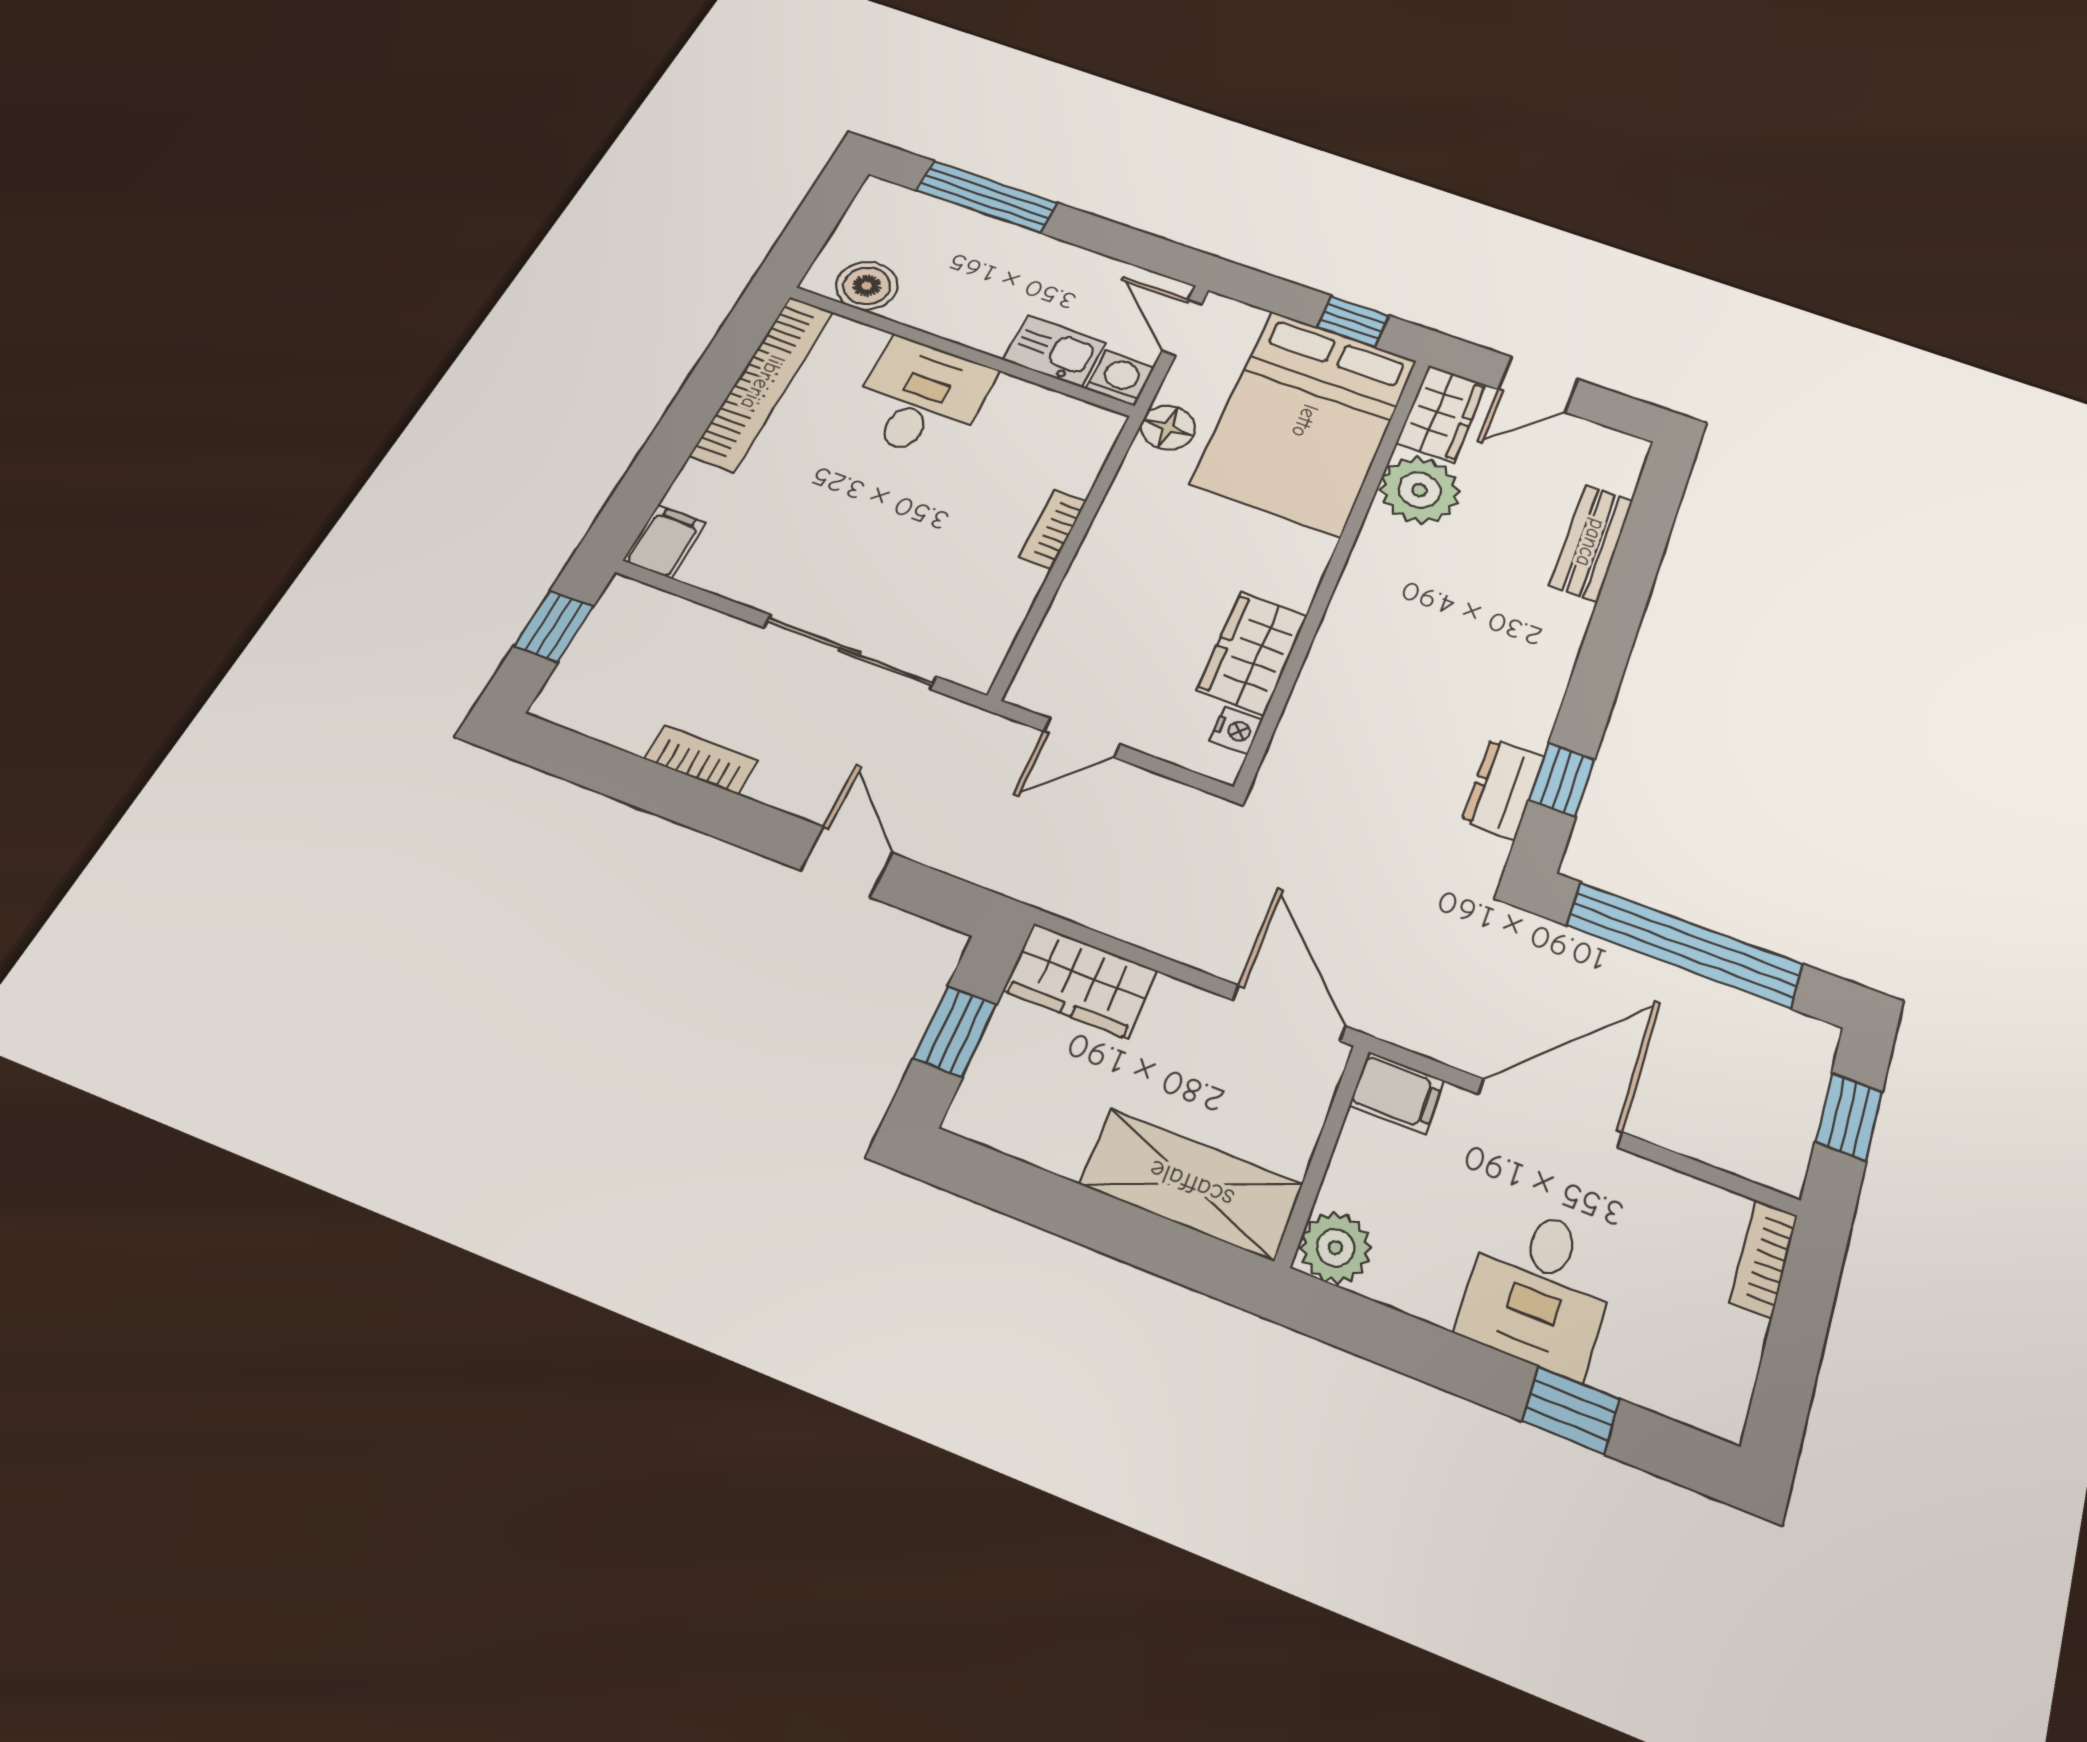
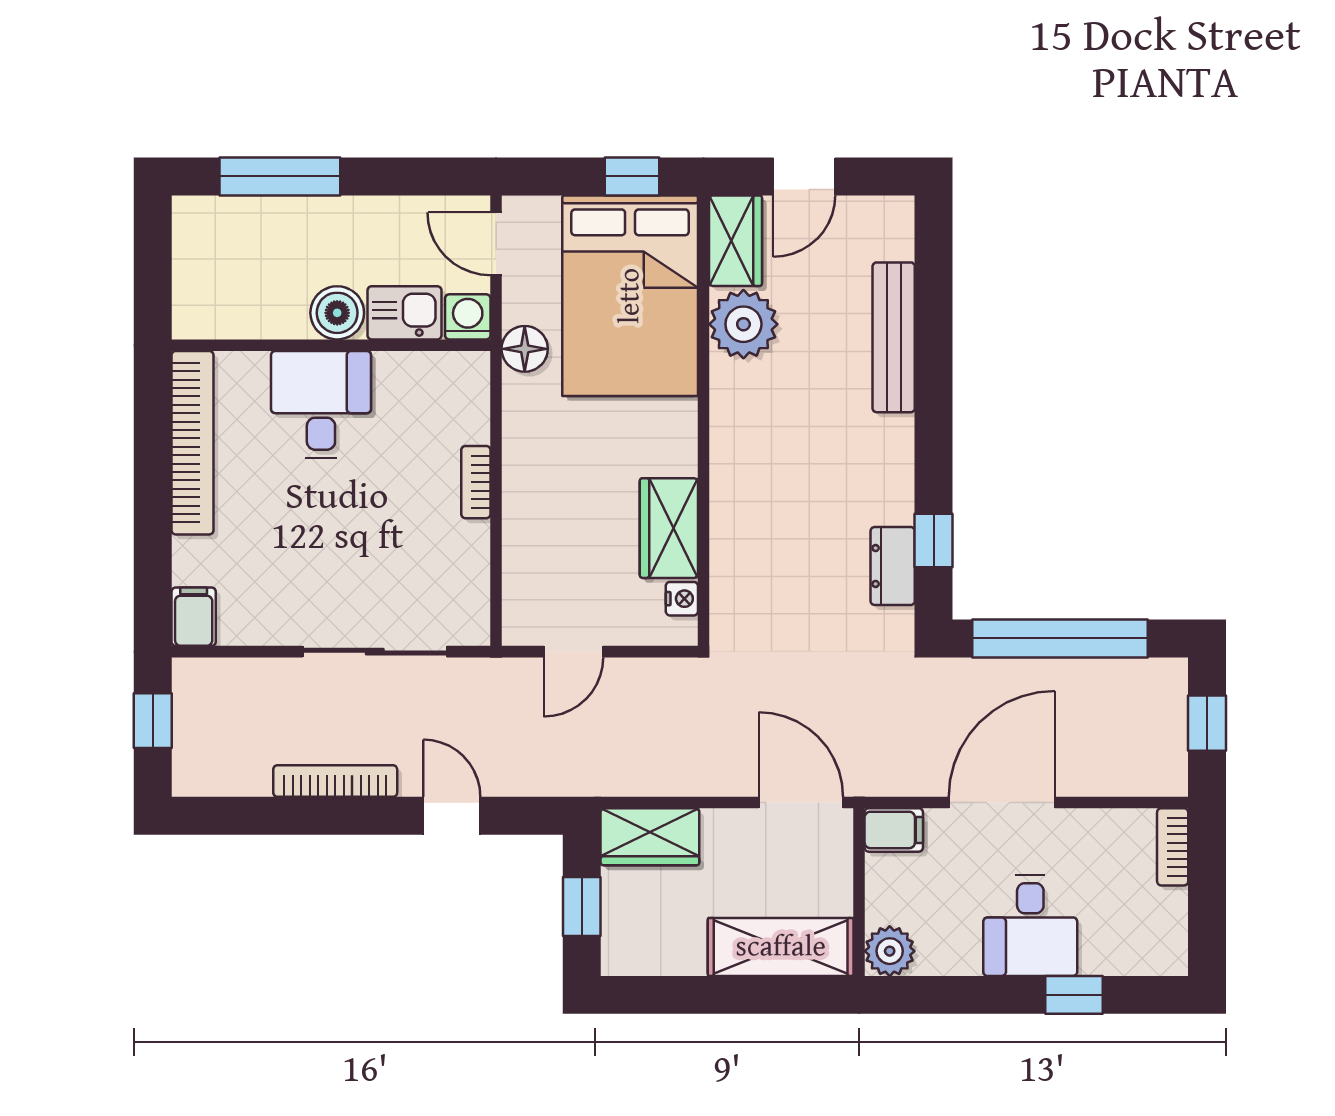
boiler: (867, 286) -> (337, 313), moved
bench: (1591, 543) -> (894, 337), width x1.36
bookcase: (701, 760) -> (335, 781), width x1.56

